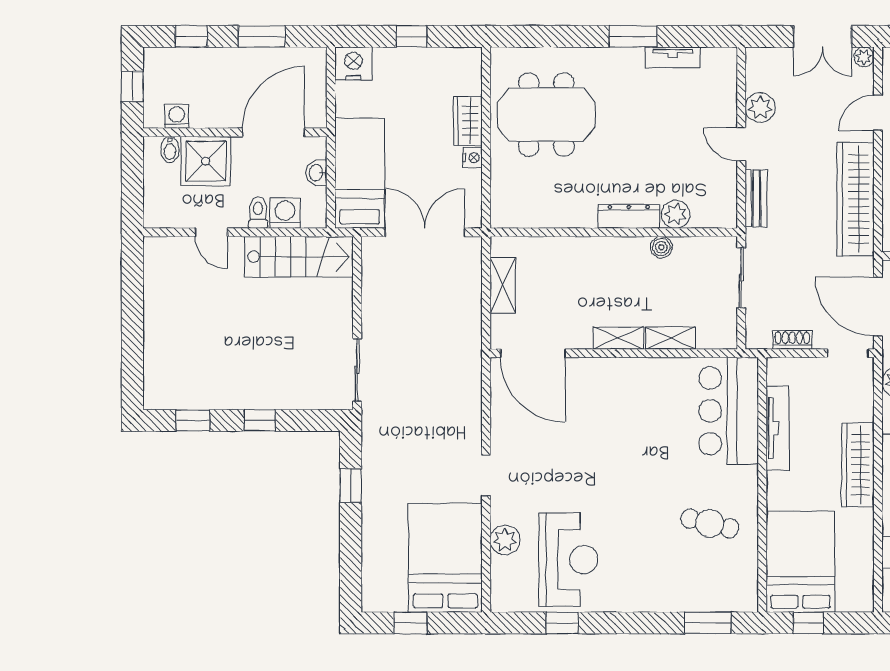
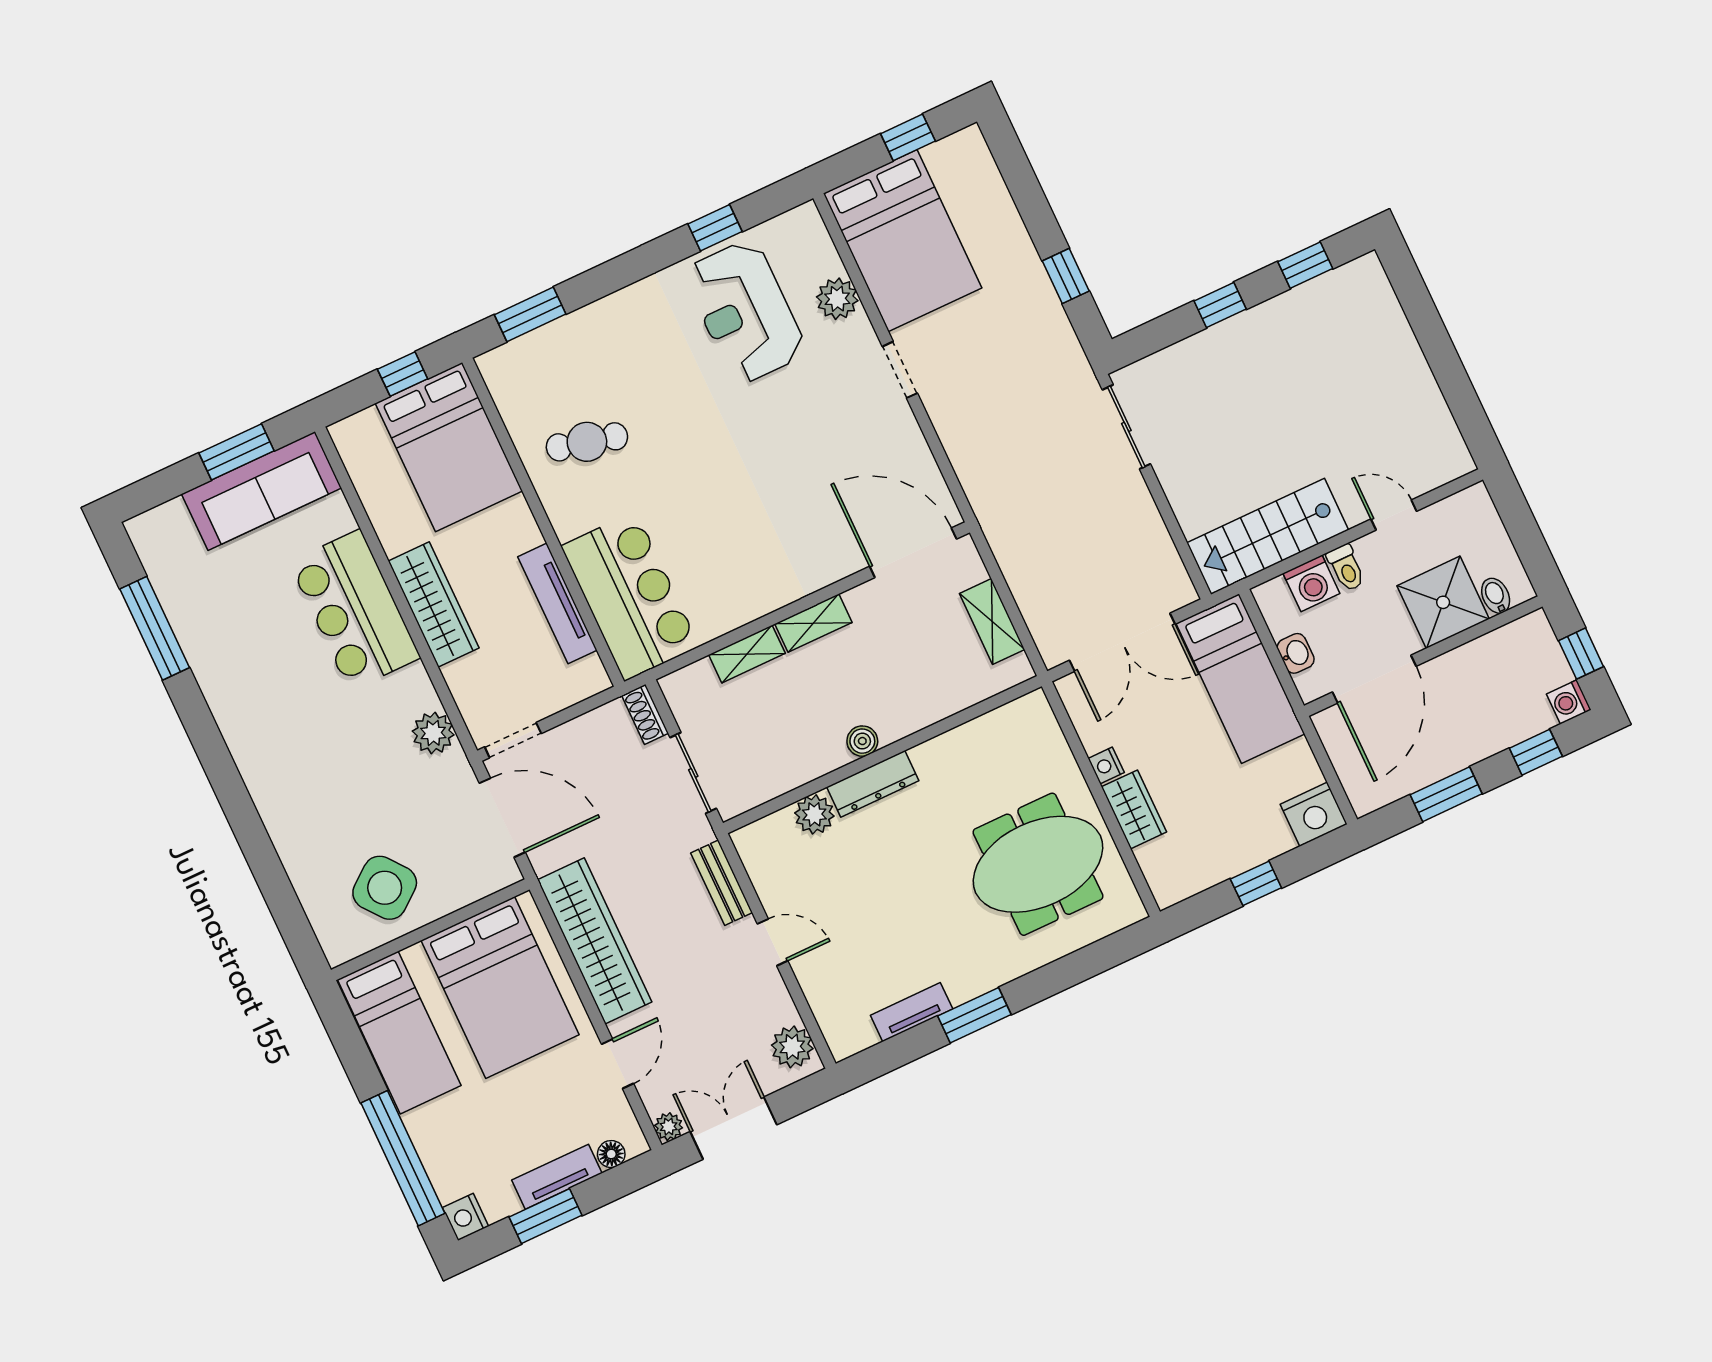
plant: (760, 108) -> (792, 1047), moved
washing machine: (177, 116) -> (1569, 702), moved, turned 90
boiler: (661, 247) -> (862, 741), moved
shoe rack: (792, 340) -> (645, 714), moved, turned 90

